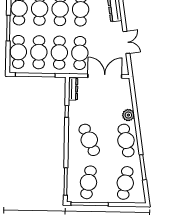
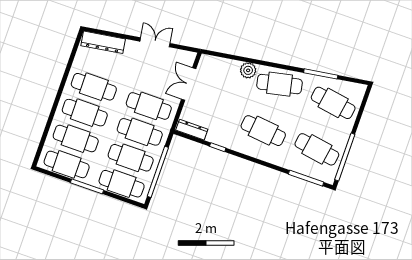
double door: (105, 76) -> (189, 84), width x0.73
cafe table: (89, 140) -> (263, 131), turned 30

